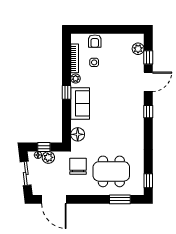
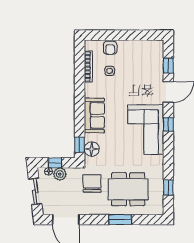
plant: (138, 49) -> (157, 56), removed
plant: (76, 78) -> (89, 88), removed
window: (67, 92) -> (80, 145), moved
corner sofa: (128, 117) -> (146, 130), added
window: (148, 181) -> (168, 188), moved
window: (120, 199) -> (120, 220), moved

